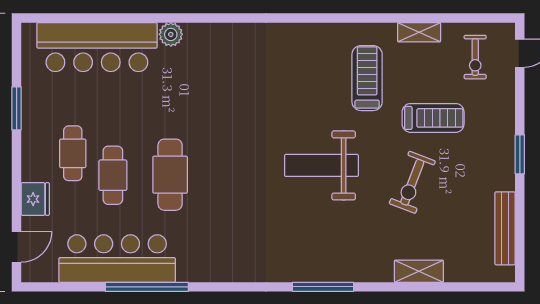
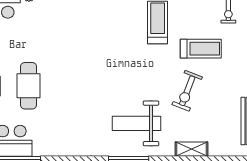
weight bench: (321, 165) -> (136, 123), moved

